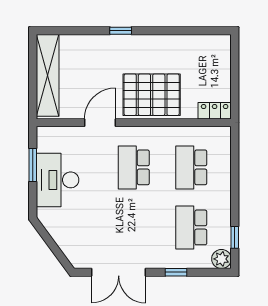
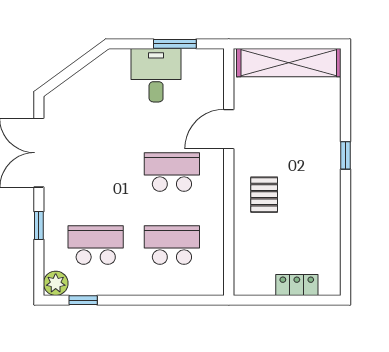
pallet: (152, 95) -> (264, 195), width x0.49, depth x0.50
locker: (215, 111) -> (297, 285), moved, turned -90
door: (100, 123) -> (229, 129), swing flipped
desk: (58, 180) -> (156, 75), width x0.73

